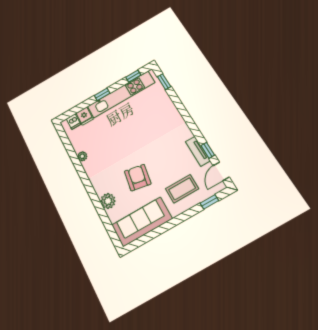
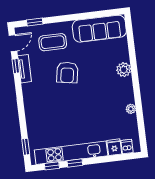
window: (102, 94) -> (75, 163), moved
armchair: (138, 178) -> (67, 73), moved
plant: (108, 201) -> (124, 70), moved

